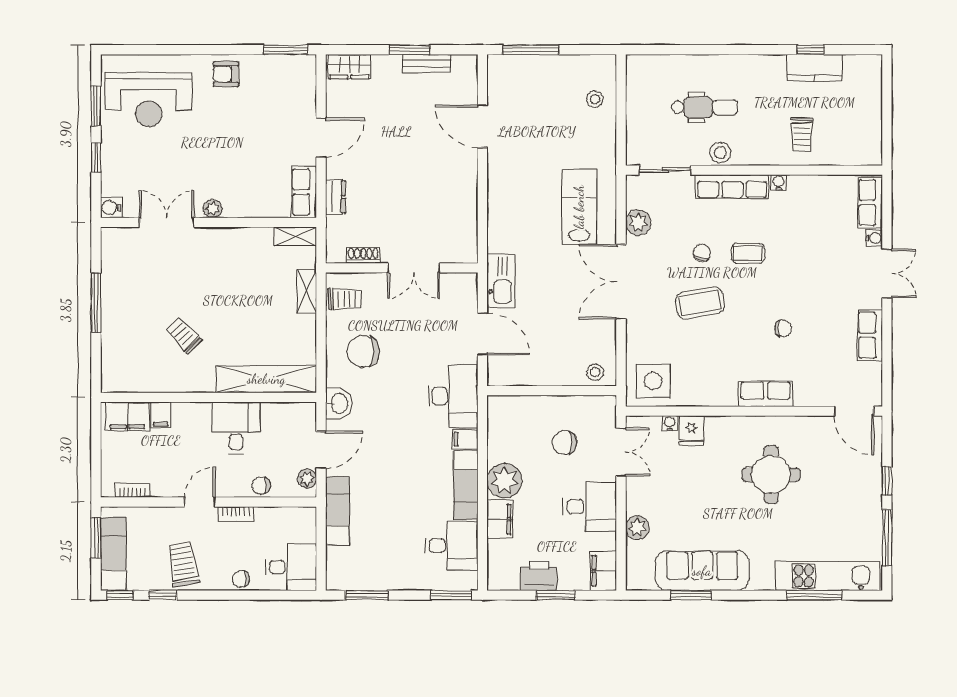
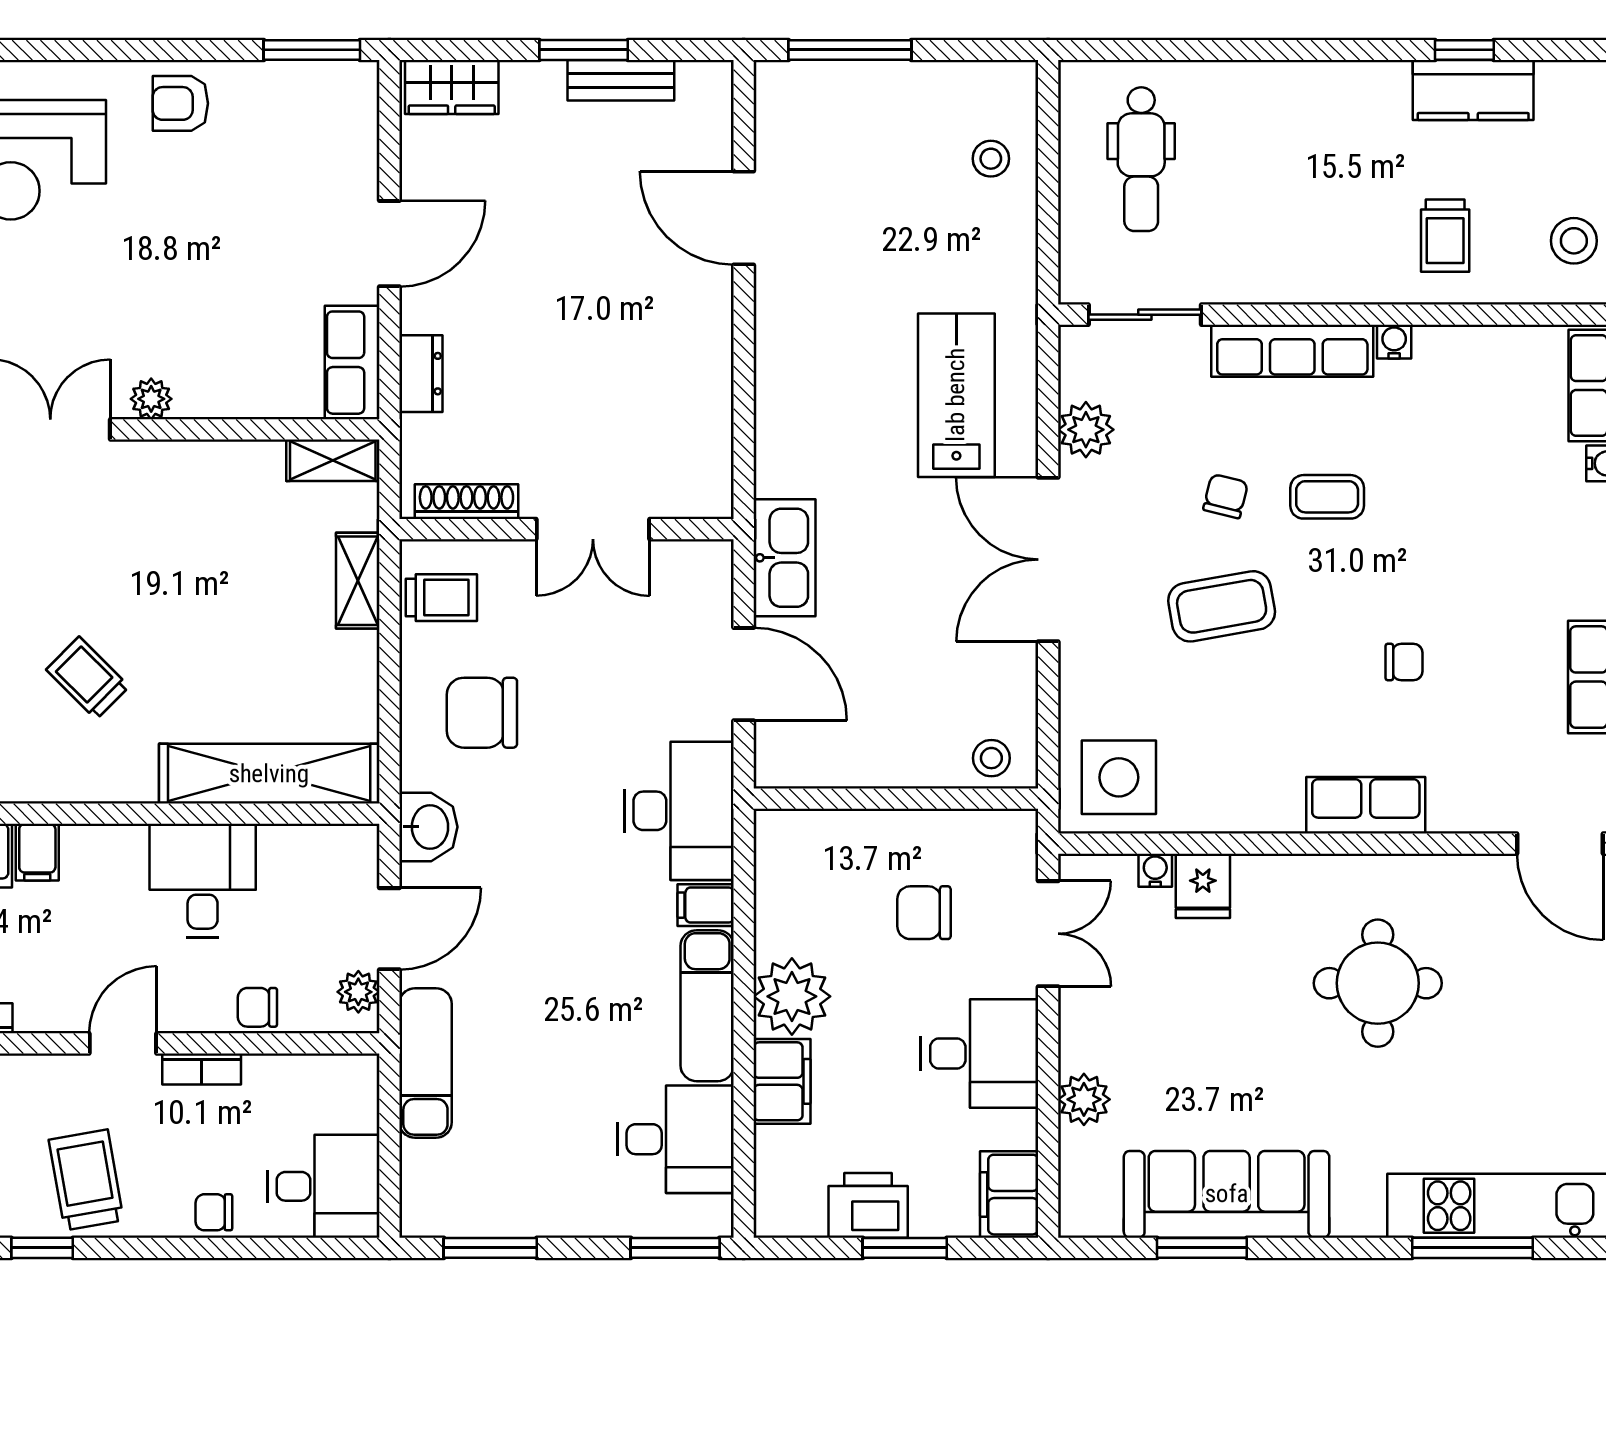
dental chair: (705, 107) -> (1141, 159), moved, turned 90
stool: (720, 152) -> (1574, 241), moved
shoe rack: (363, 255) -> (466, 502), width x1.43

